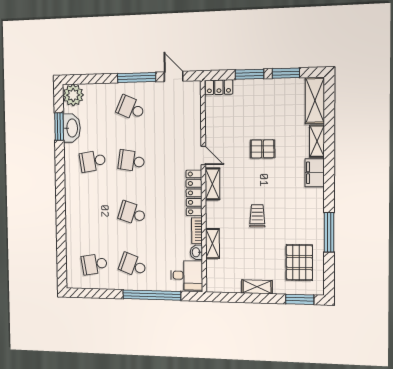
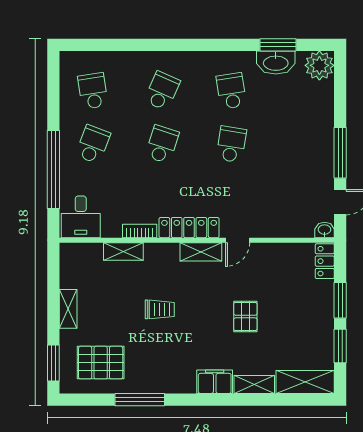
school desk: (131, 108) -> (162, 91), moved
washbasin: (196, 252) -> (325, 230), moved

